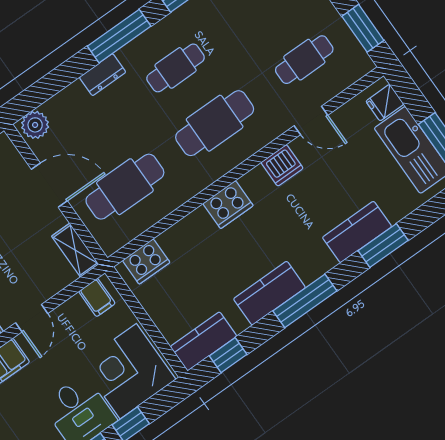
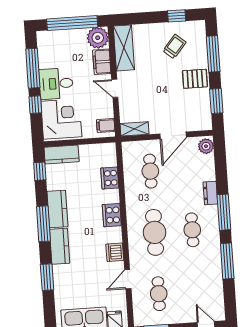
cafe table: (125, 187) -> (150, 171), width x0.73, depth x0.74
kitchen counter: (357, 232) -> (60, 246), moved
cooker: (146, 261) -> (110, 178), moved
kitchen counter: (204, 341) -> (62, 154), moved, turned 90

